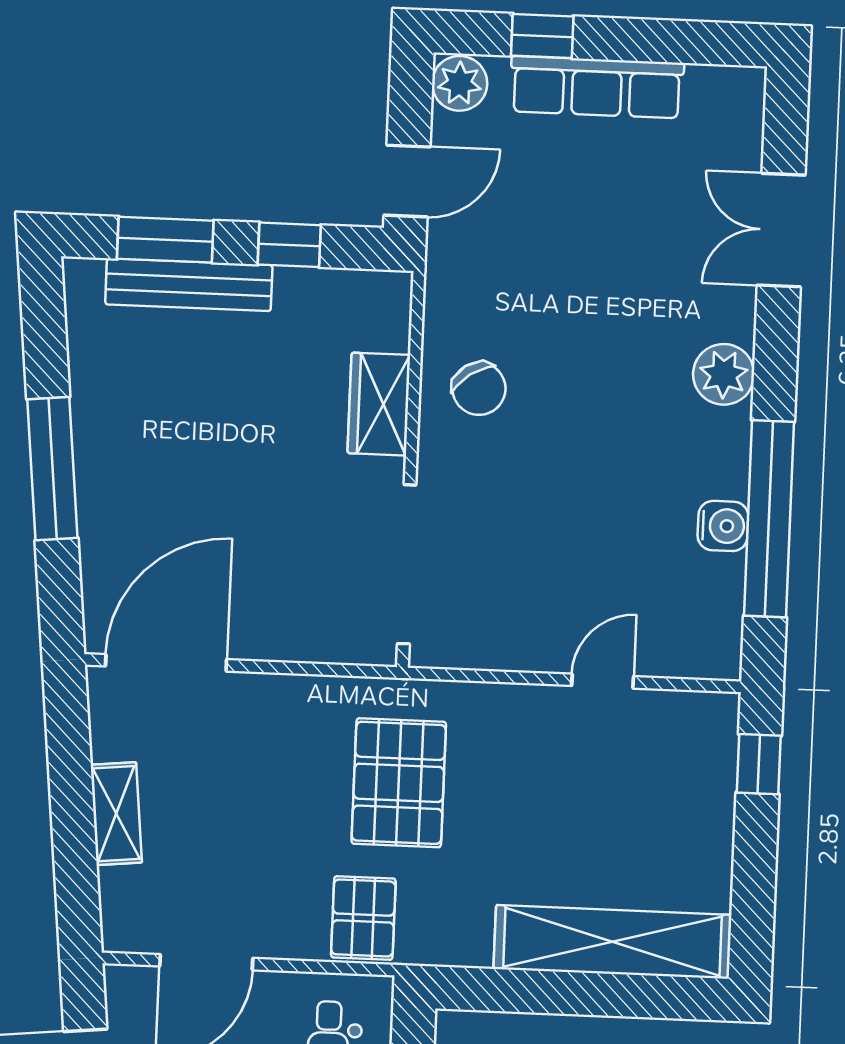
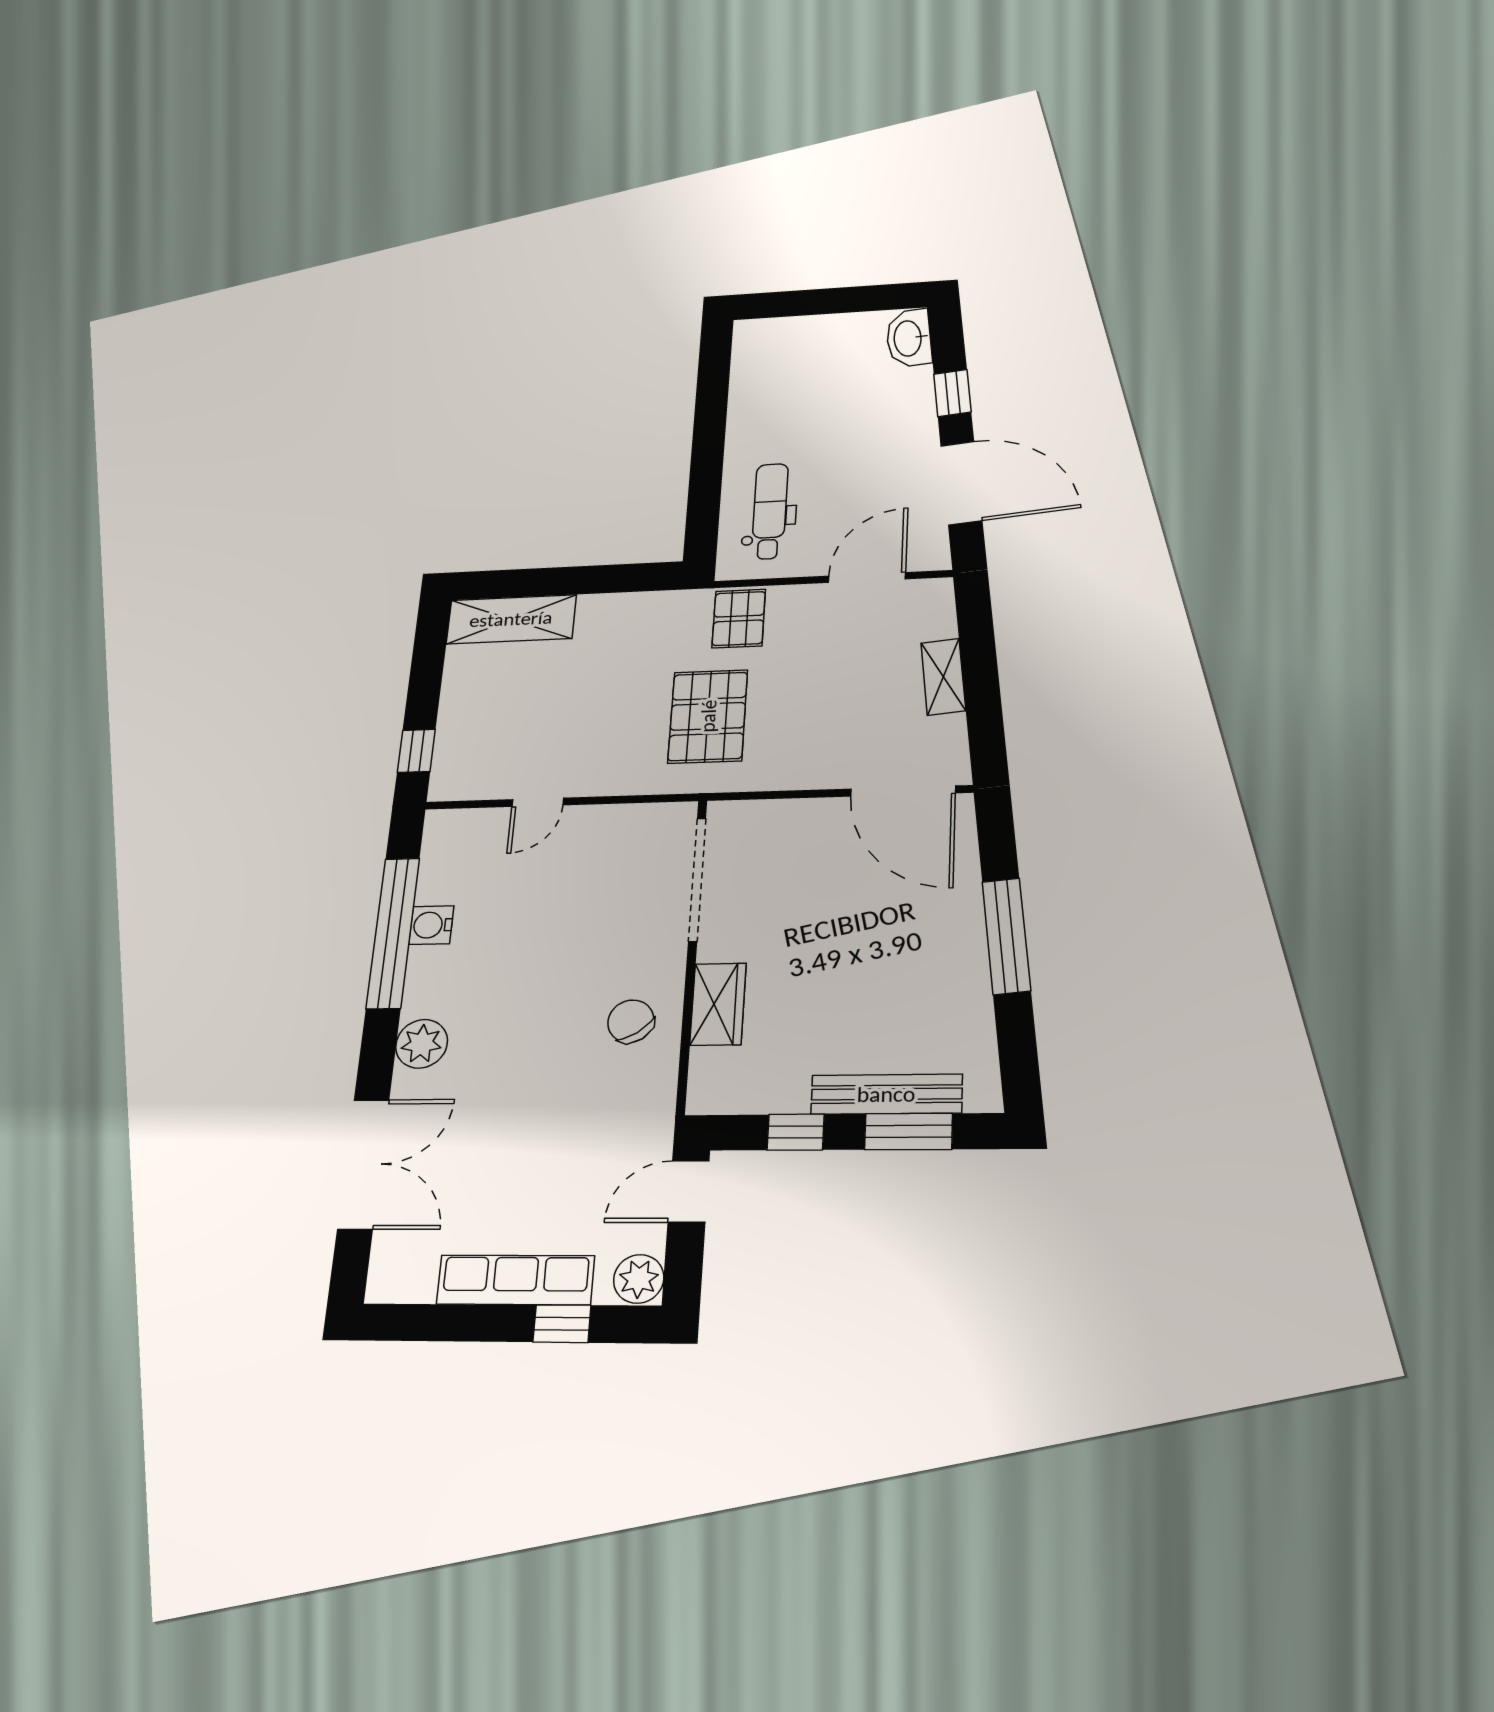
double door: (781, 230) -> (363, 1164), width x1.37
door: (166, 663) -> (903, 791), hinge flipped
shelving: (612, 942) -> (511, 619), width x0.68

